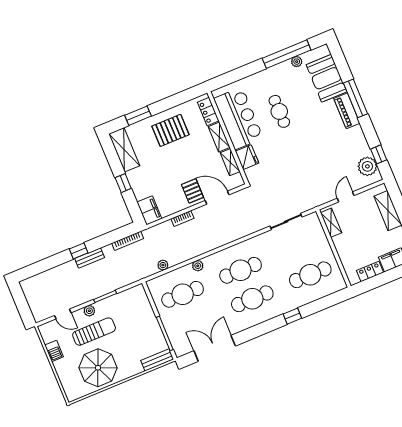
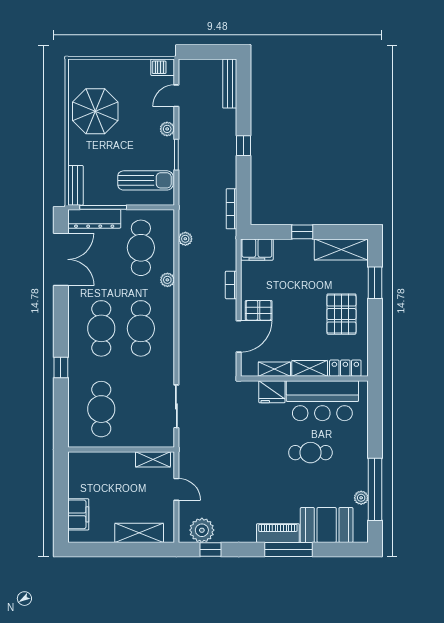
bench: (90, 258) -> (230, 84), moved, width x1.36
locker: (370, 272) -> (76, 482), removed
sun lounger: (94, 332) -> (145, 180), moved, turned -90
dresser: (176, 336) -> (94, 219), added
barbecue: (54, 351) -> (163, 67), moved

